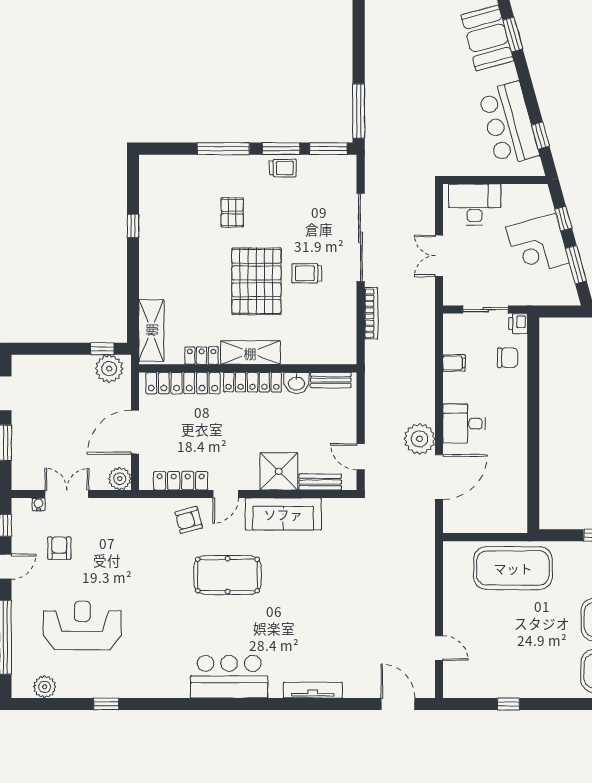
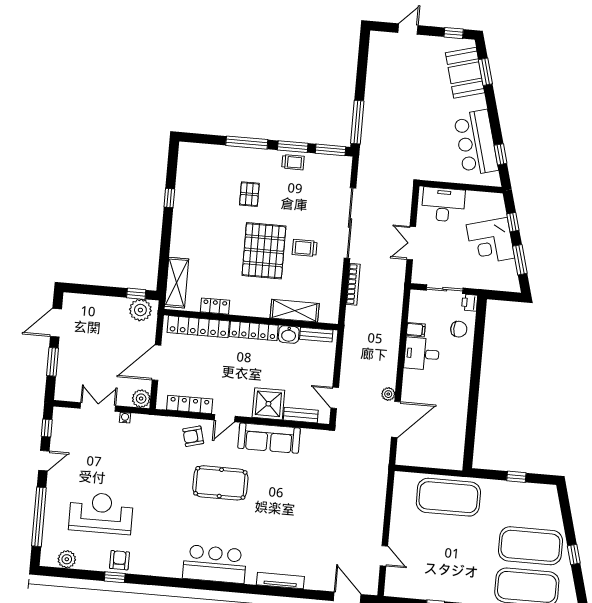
shelving: (250, 353) -> (295, 311), moved
desk: (464, 424) -> (422, 354), moved
plant: (420, 439) -> (388, 394), width x0.53, depth x0.53
water cooler: (39, 504) -> (125, 418), moved
armchair: (59, 548) -> (119, 560), moved

